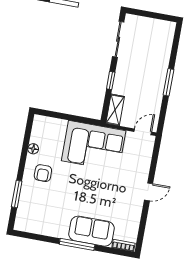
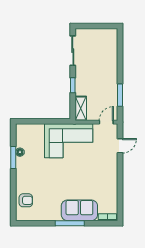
window: (169, 82) -> (120, 95), moved
armchair: (43, 173) -> (26, 200), moved, turned -90
door: (149, 192) -> (120, 146), moved
window: (17, 194) -> (13, 157), moved

